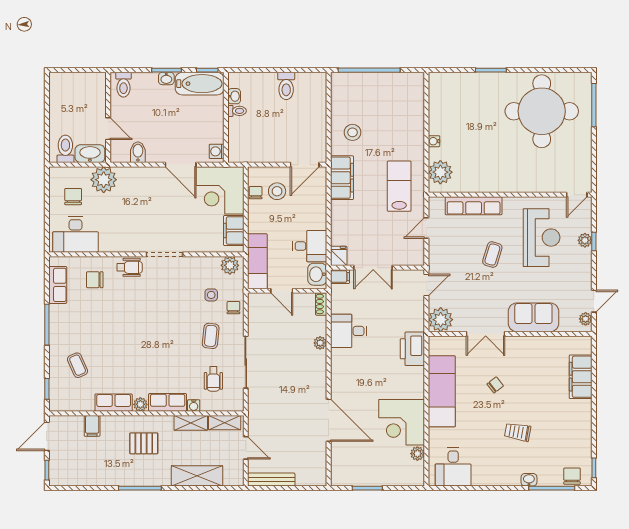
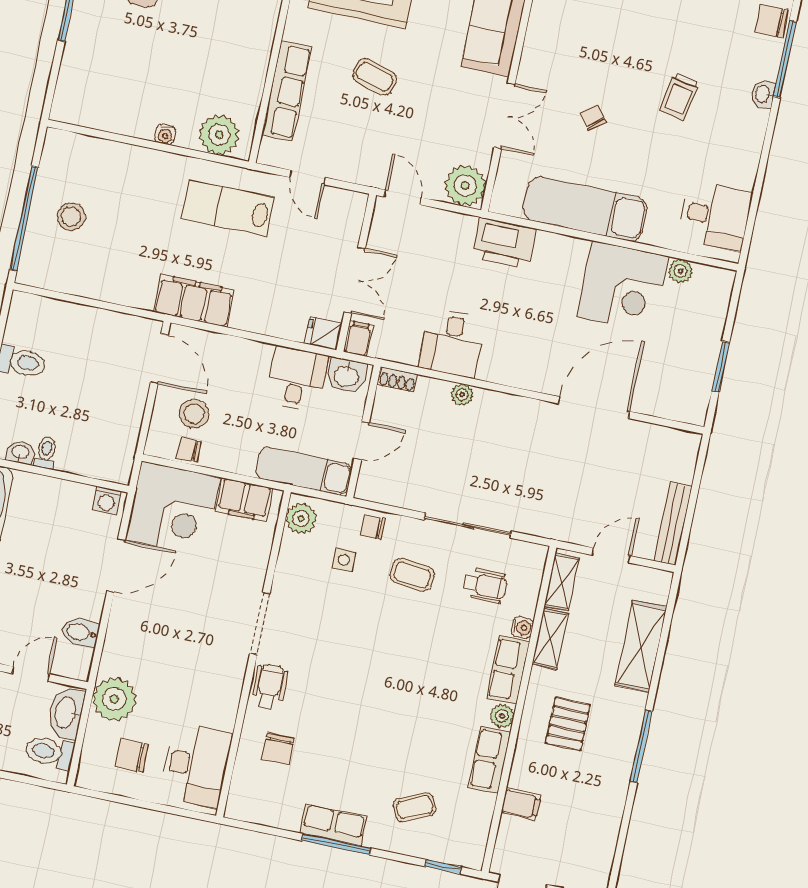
stool: (353, 132) -> (71, 217), moved
row of seats: (58, 285) -> (333, 825), moved

